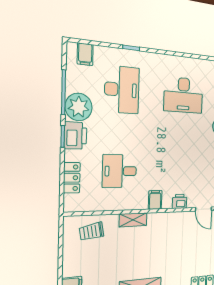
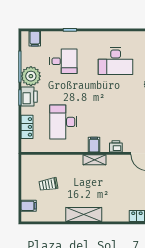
desk: (122, 90) -> (63, 61), width x0.73
desk: (120, 171) -> (63, 122), width x1.37
shelving: (133, 220) -> (94, 160), moved
trolley: (91, 231) -> (48, 184), moved

